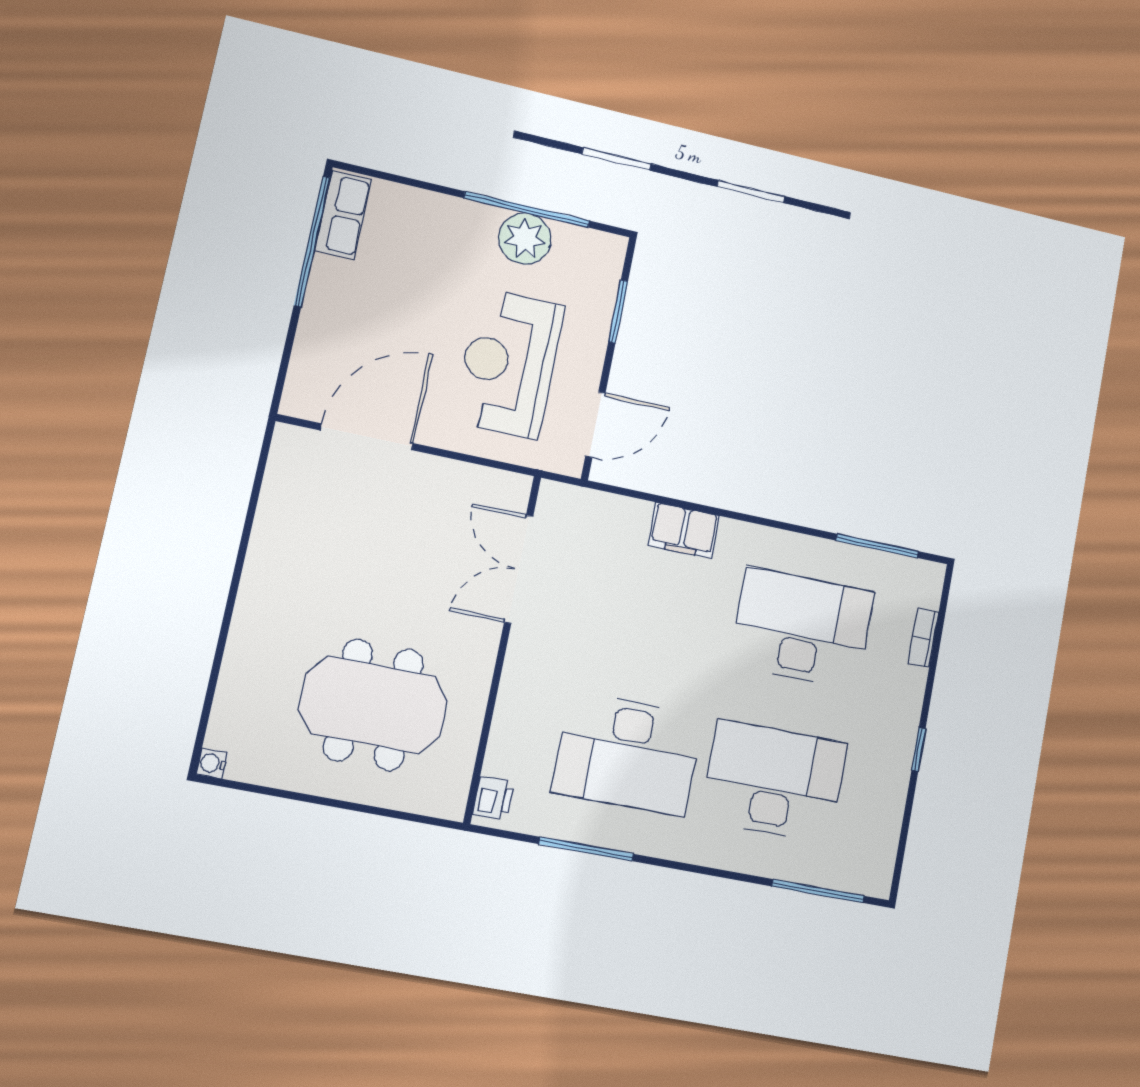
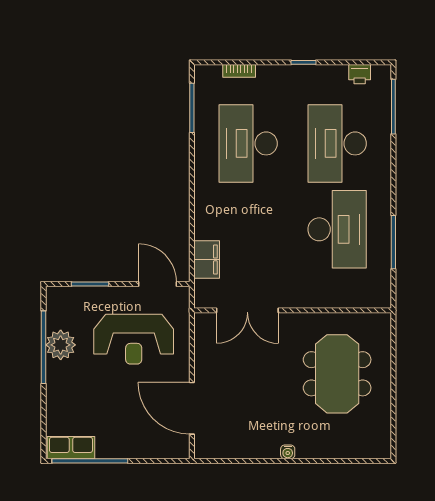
filing cabinet: (684, 530) -> (207, 259), moved
water cooler: (212, 763) -> (288, 452), moved
printer: (493, 798) -> (360, 74), moved, turned 180

